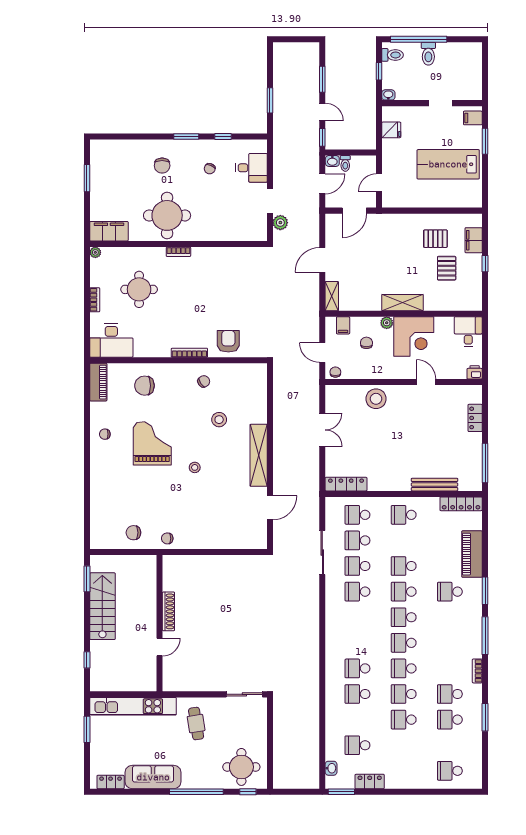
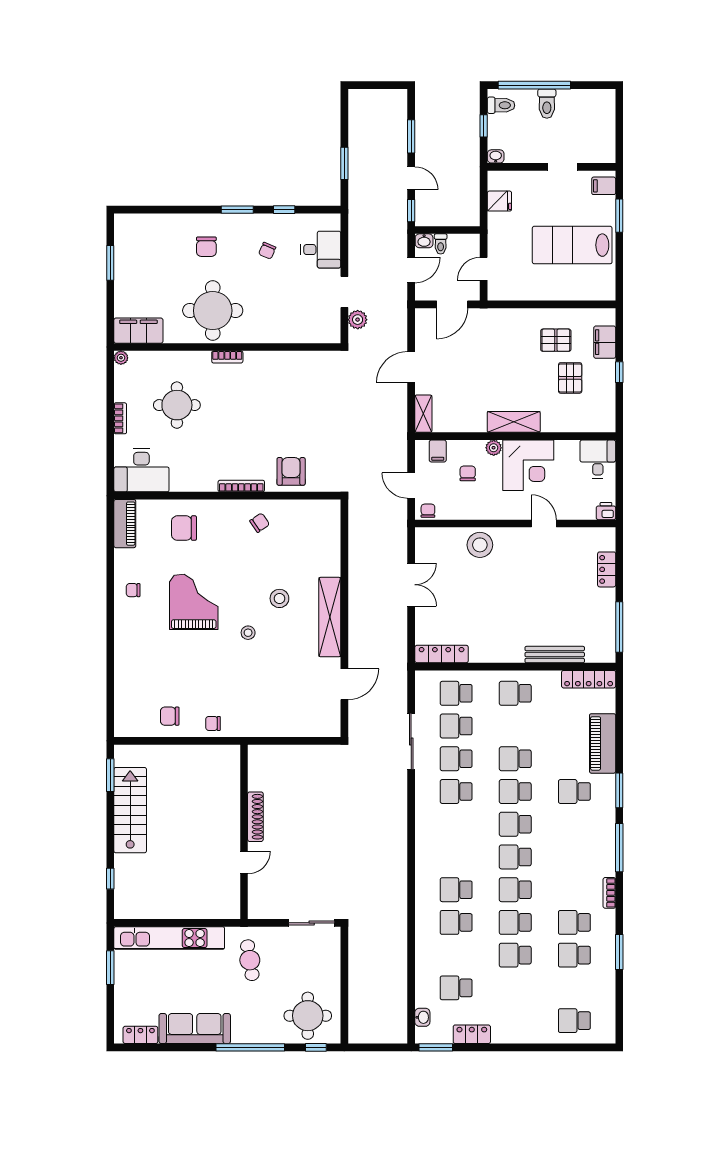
stool: (219, 420) -> (279, 598), moved
shoe rack: (168, 611) -> (255, 817), moved
wall: (160, 623) -> (244, 832), moved
door: (160, 647) -> (244, 862), moved

